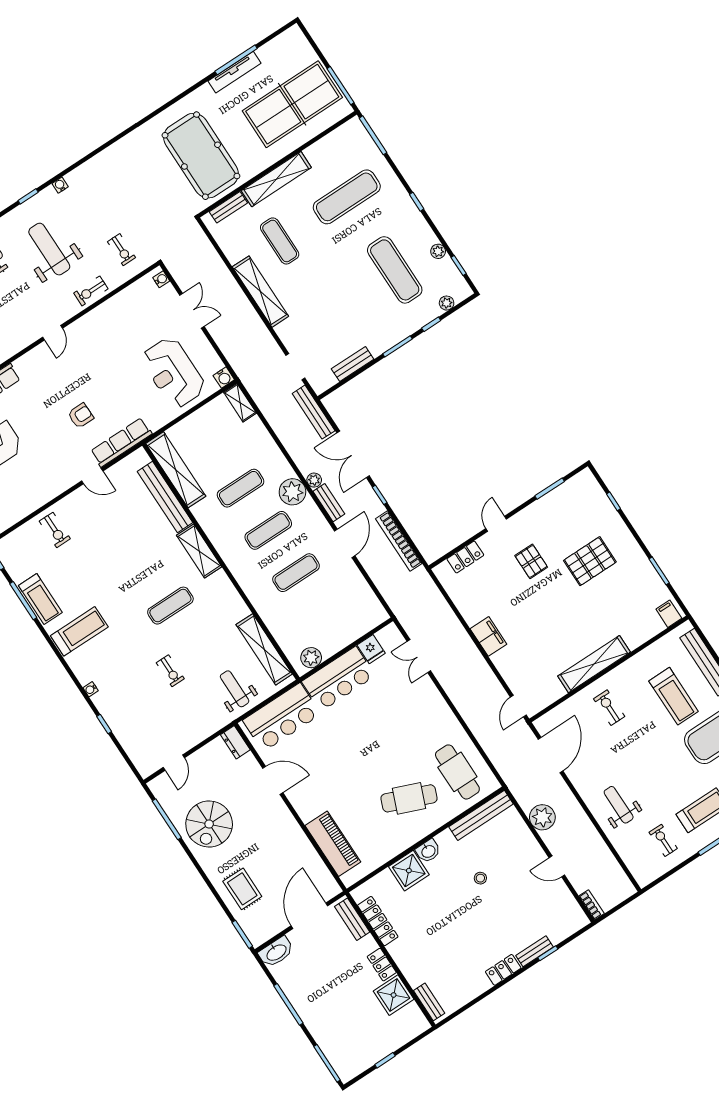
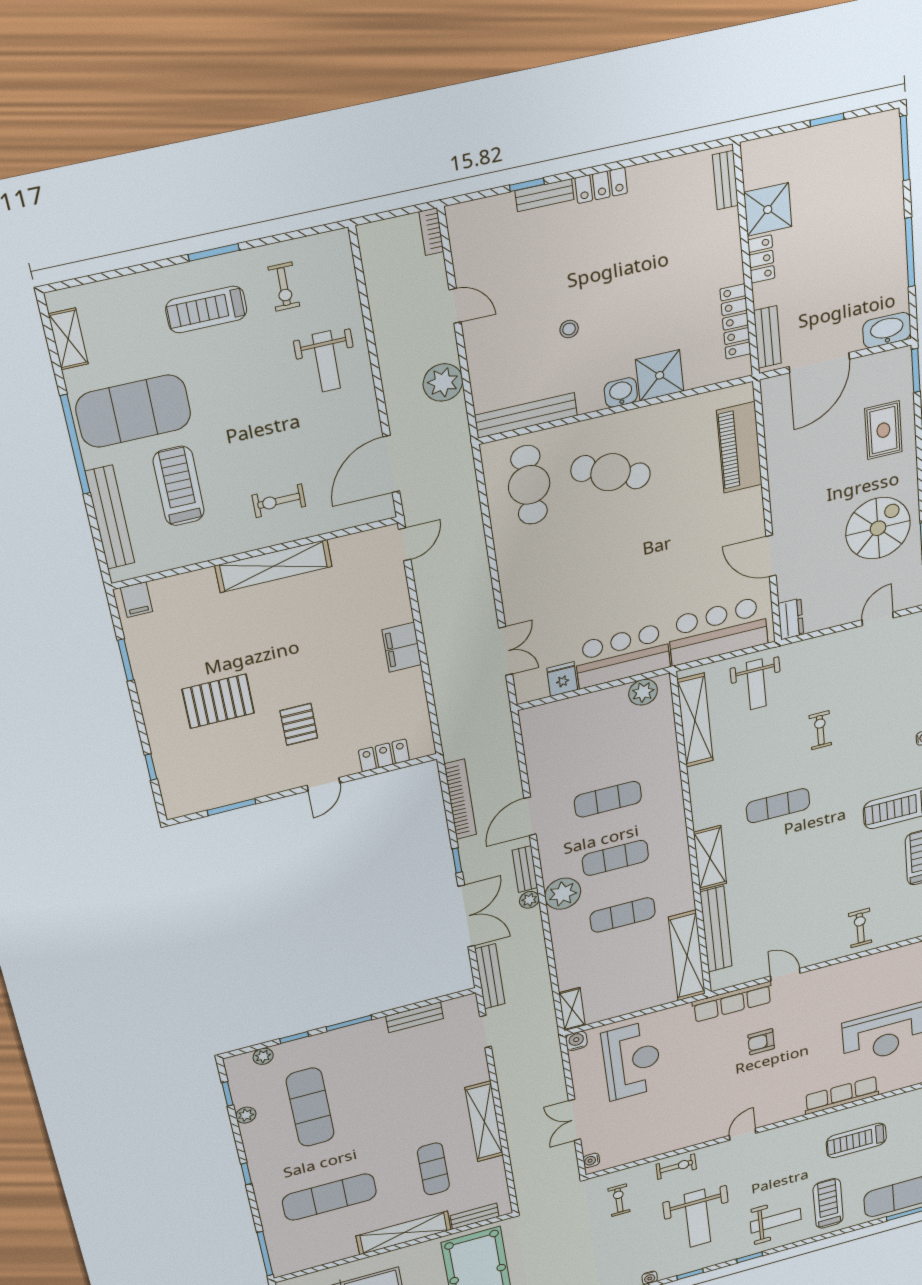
exercise bike: (609, 708) -> (279, 501), turned 90

